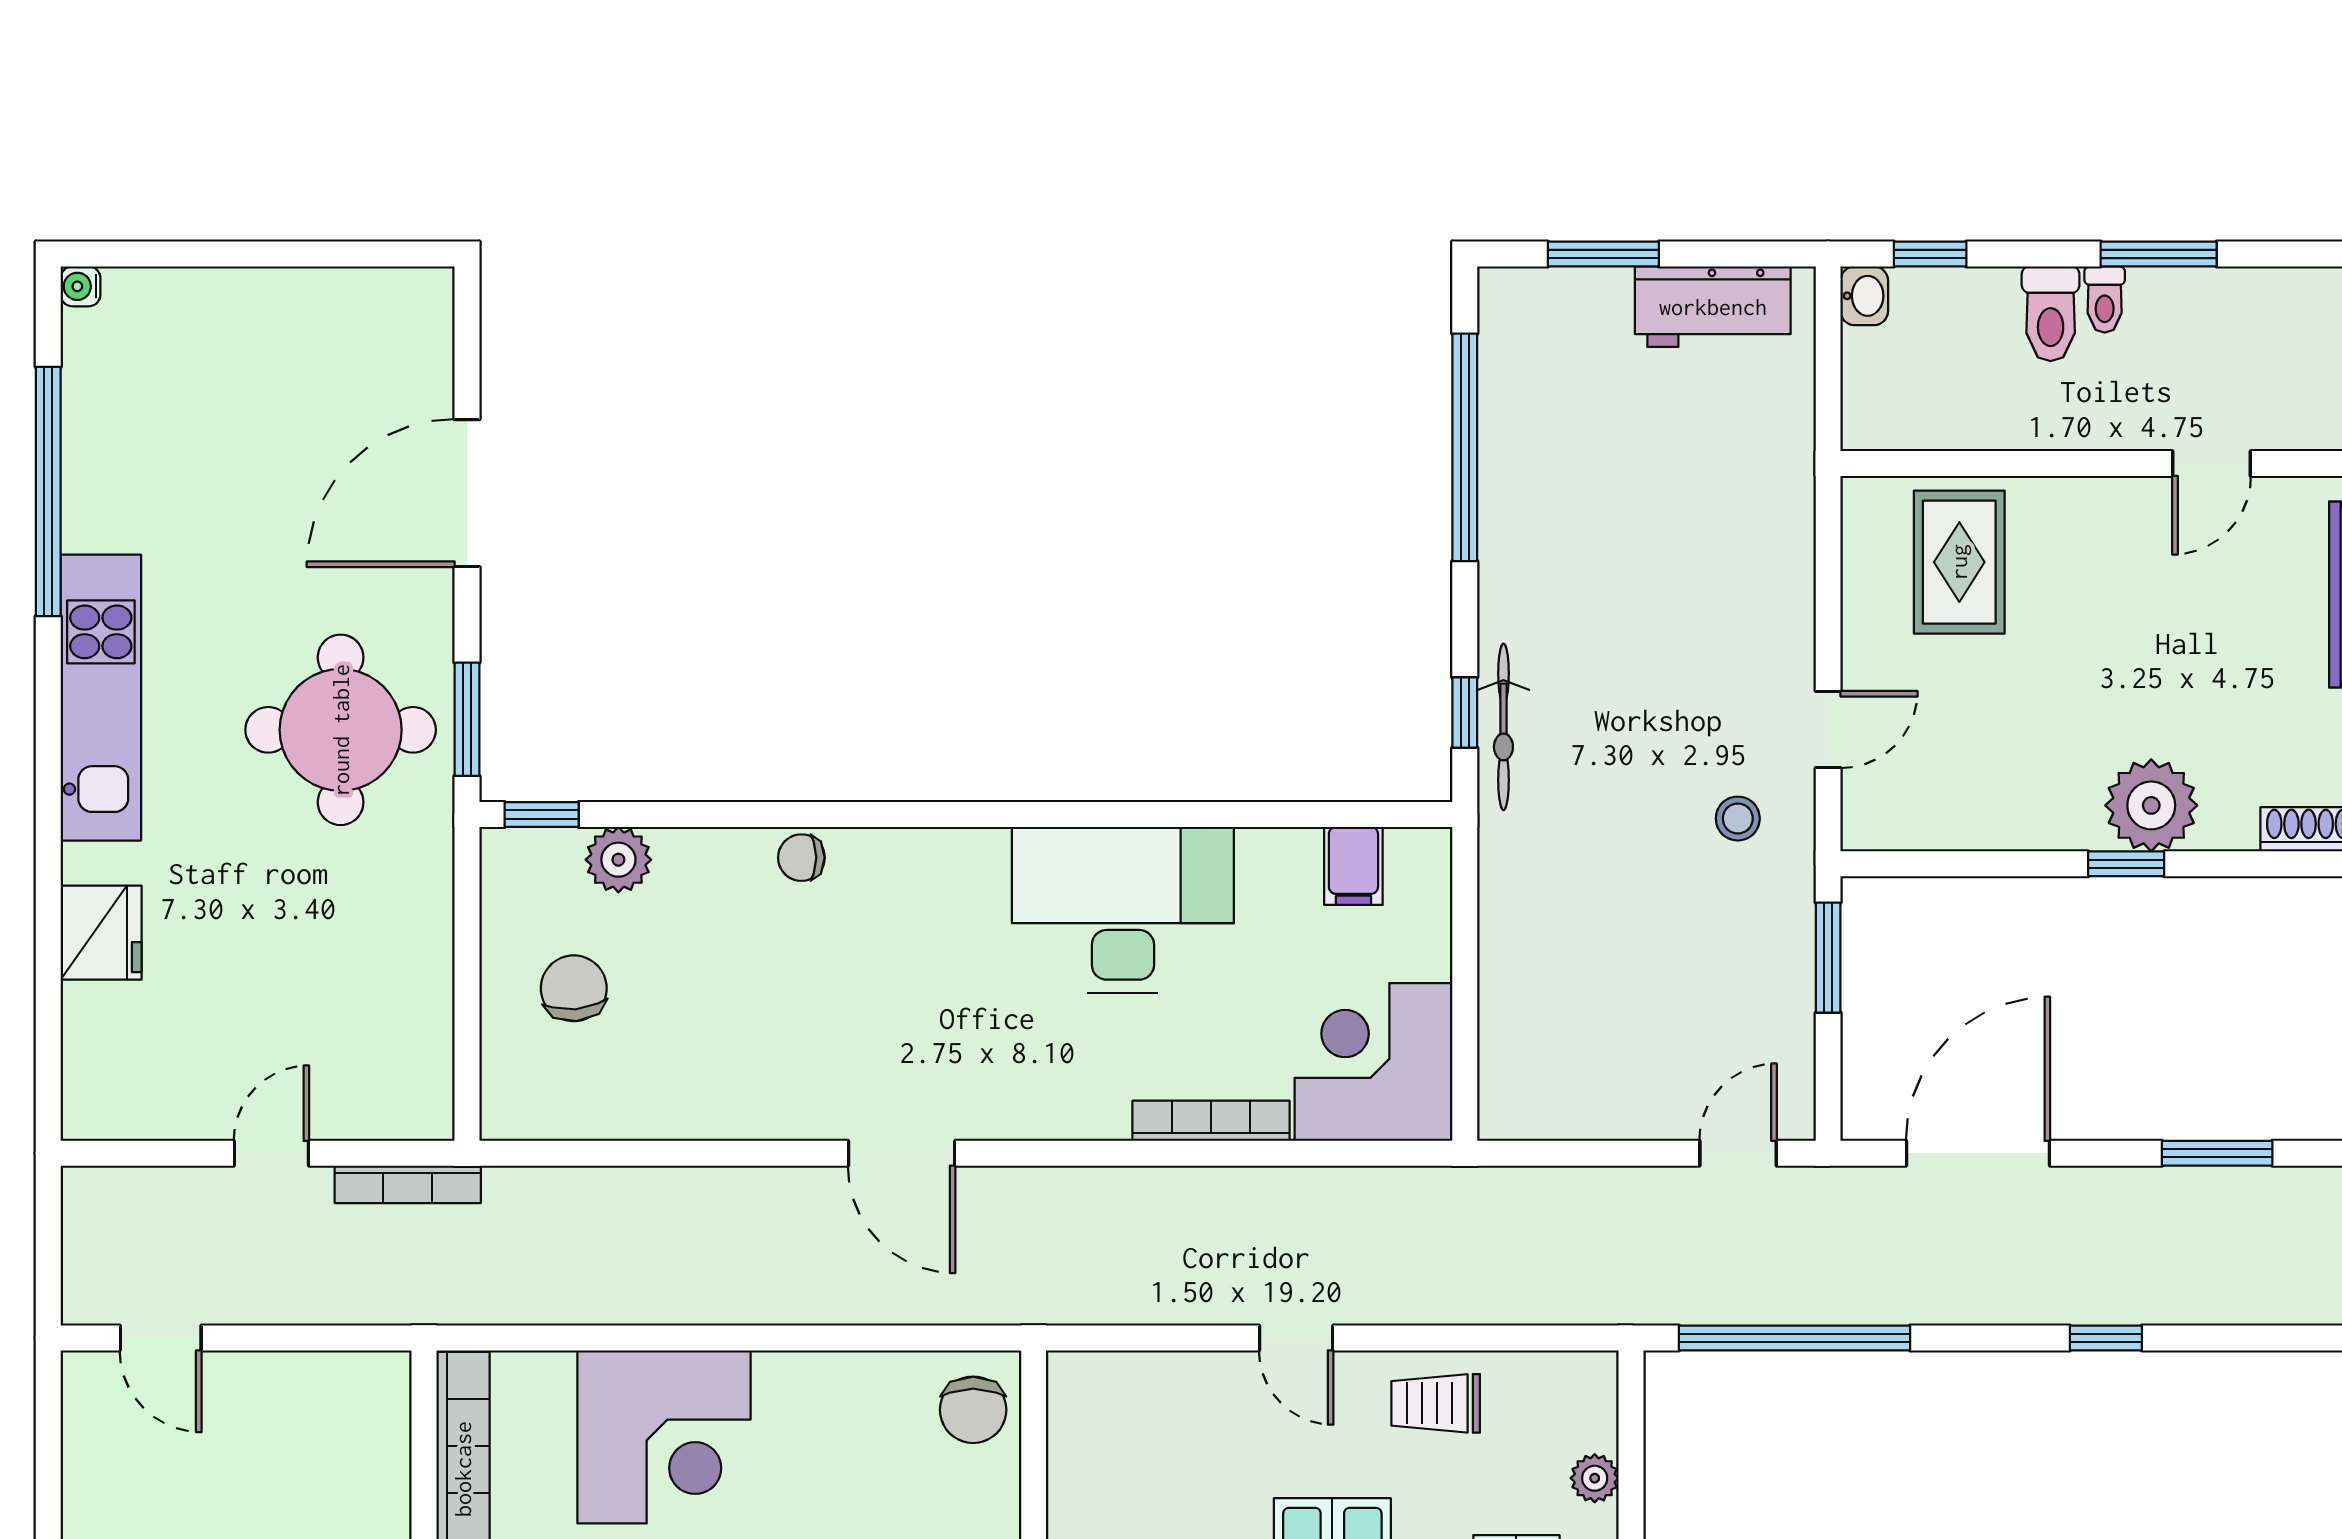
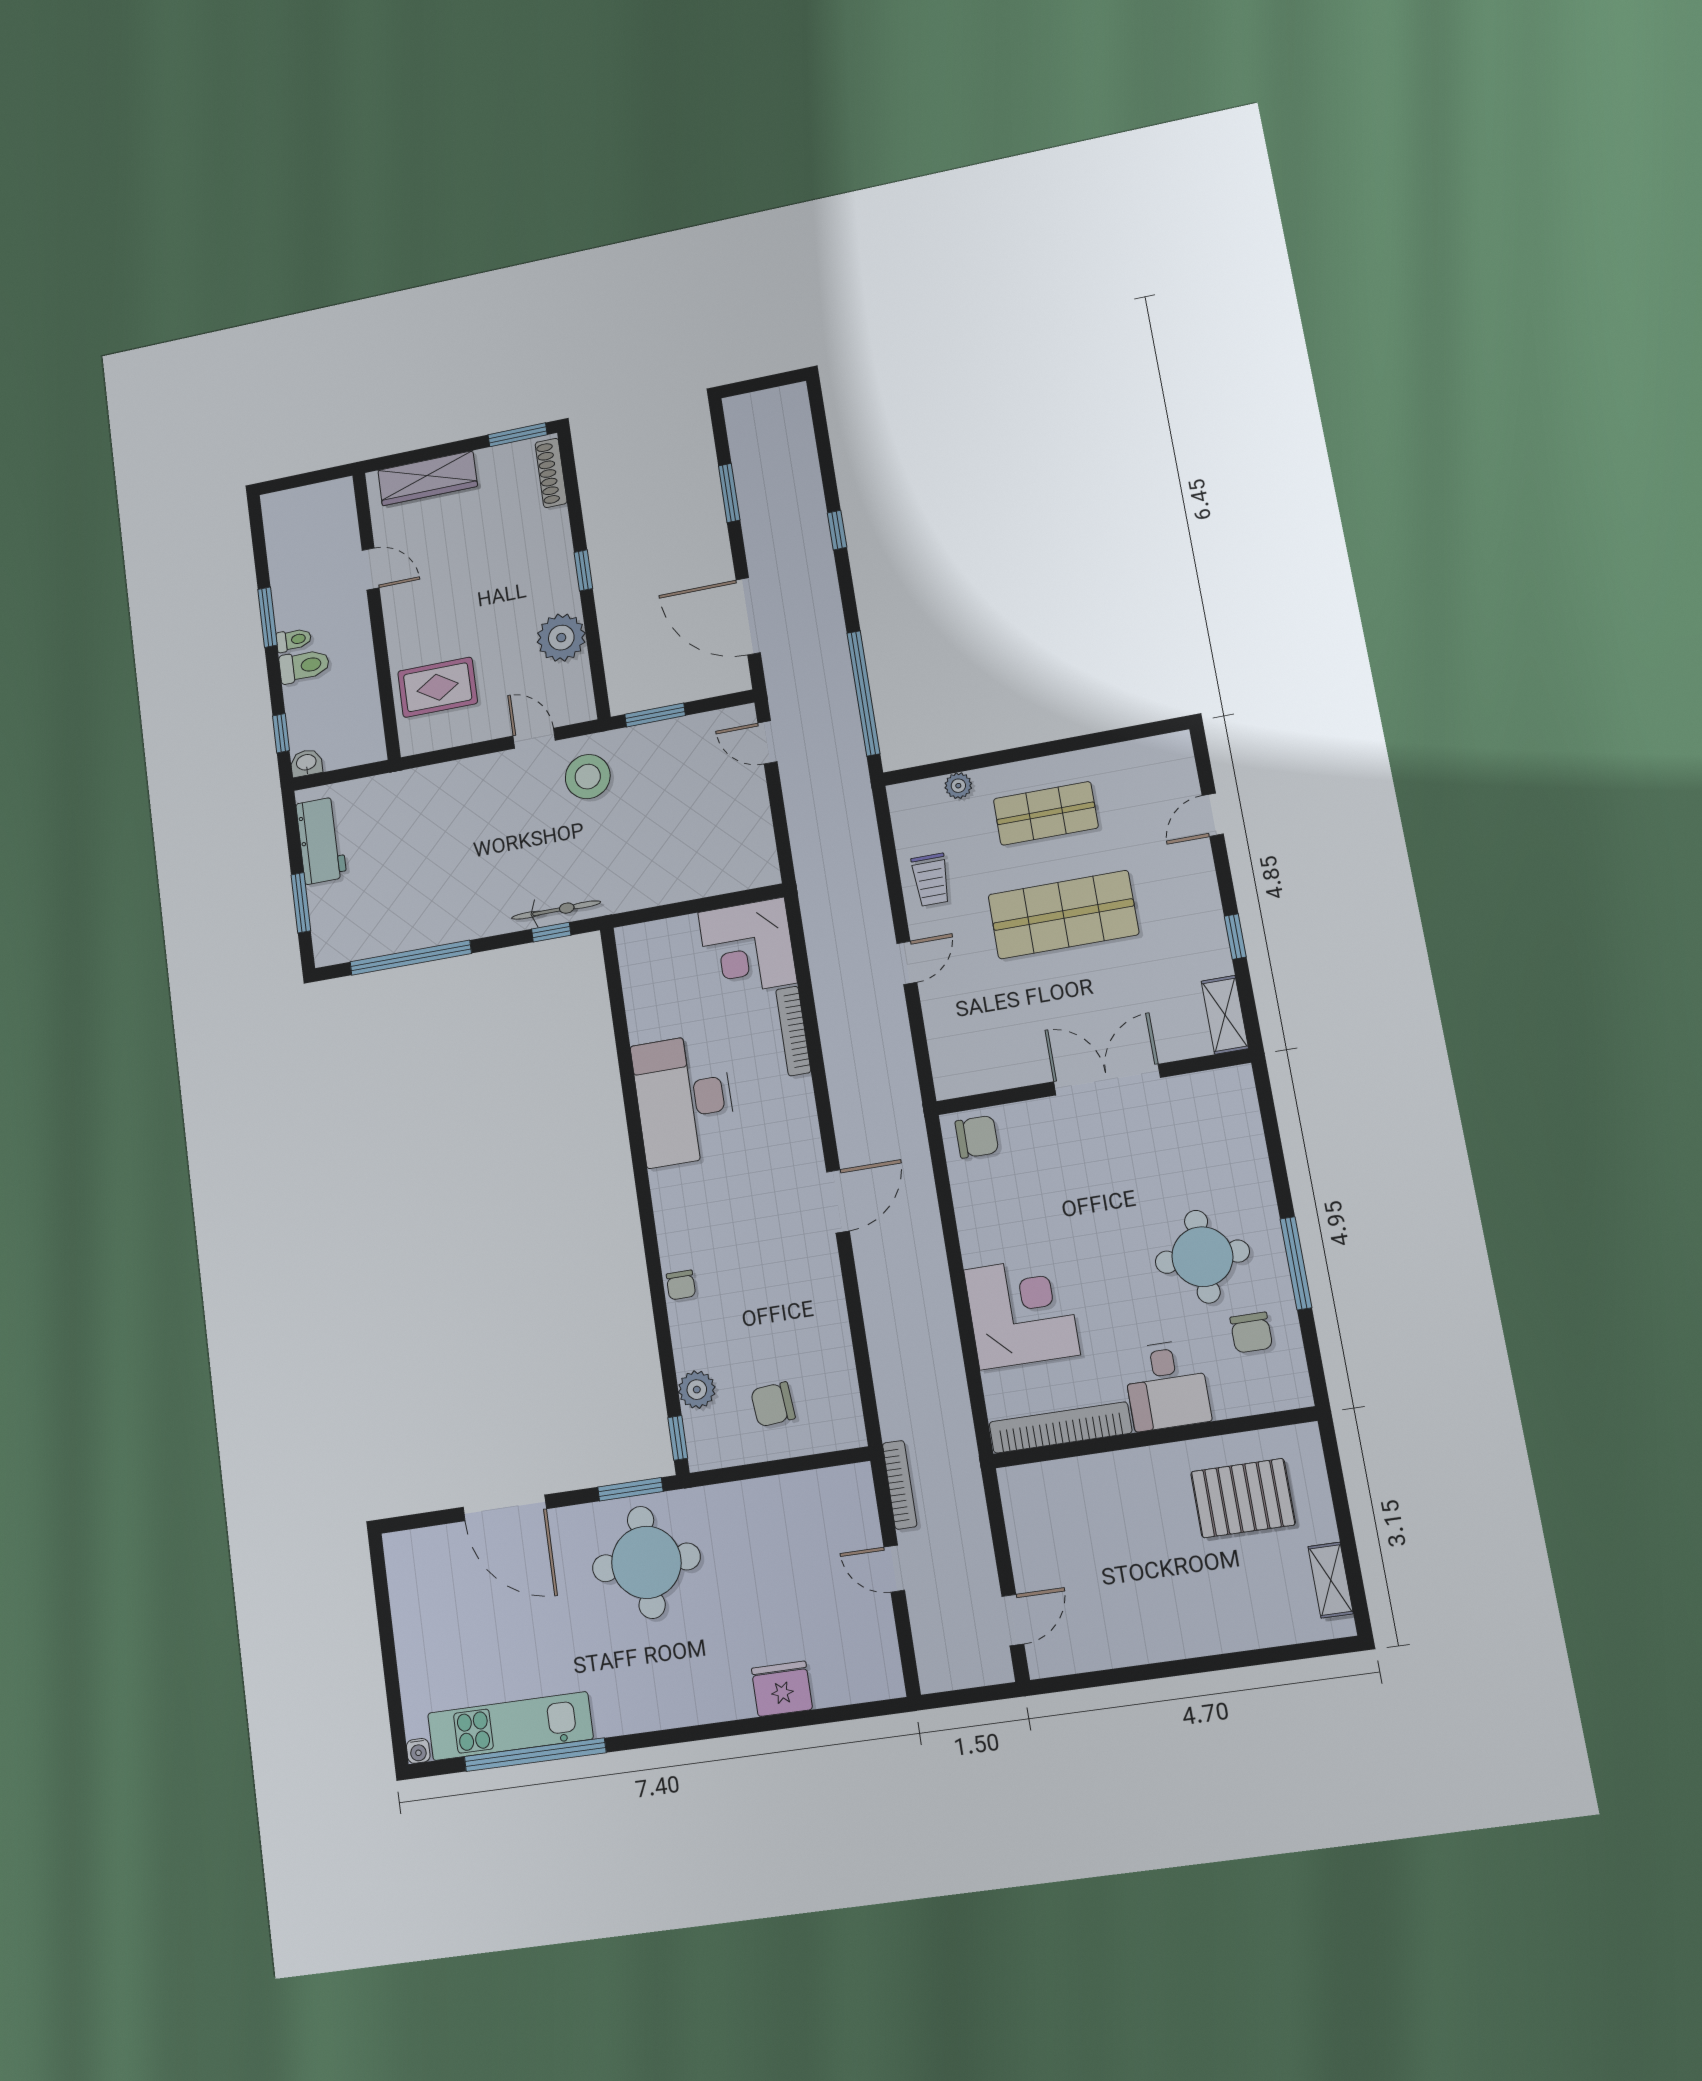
kitchen unit: (101, 698) -> (510, 1726), moved
plant: (2151, 805) -> (561, 638), moved
stool: (1738, 819) -> (588, 777), width x1.89, depth x1.89
filing cabinet: (1353, 866) -> (642, 977), removed

